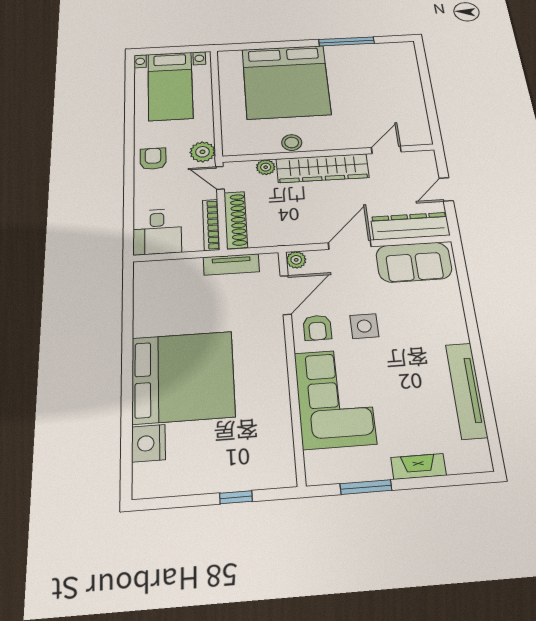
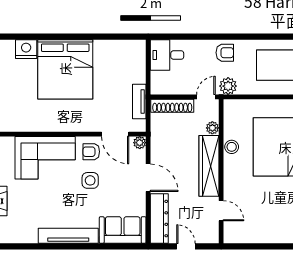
bookcase: (211, 225) -> (170, 90), removed
sofa: (414, 262) -> (123, 230), moved, turned 90
tv unit: (466, 390) -> (68, 236), moved

